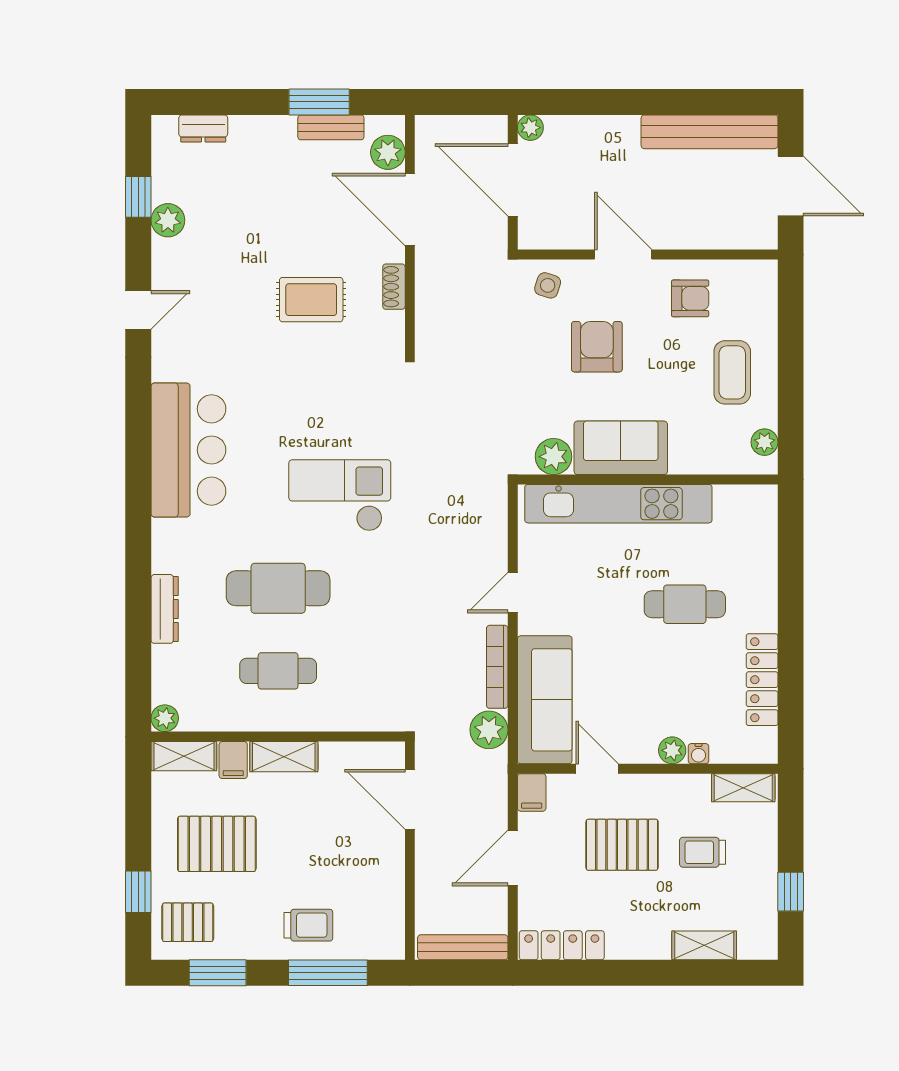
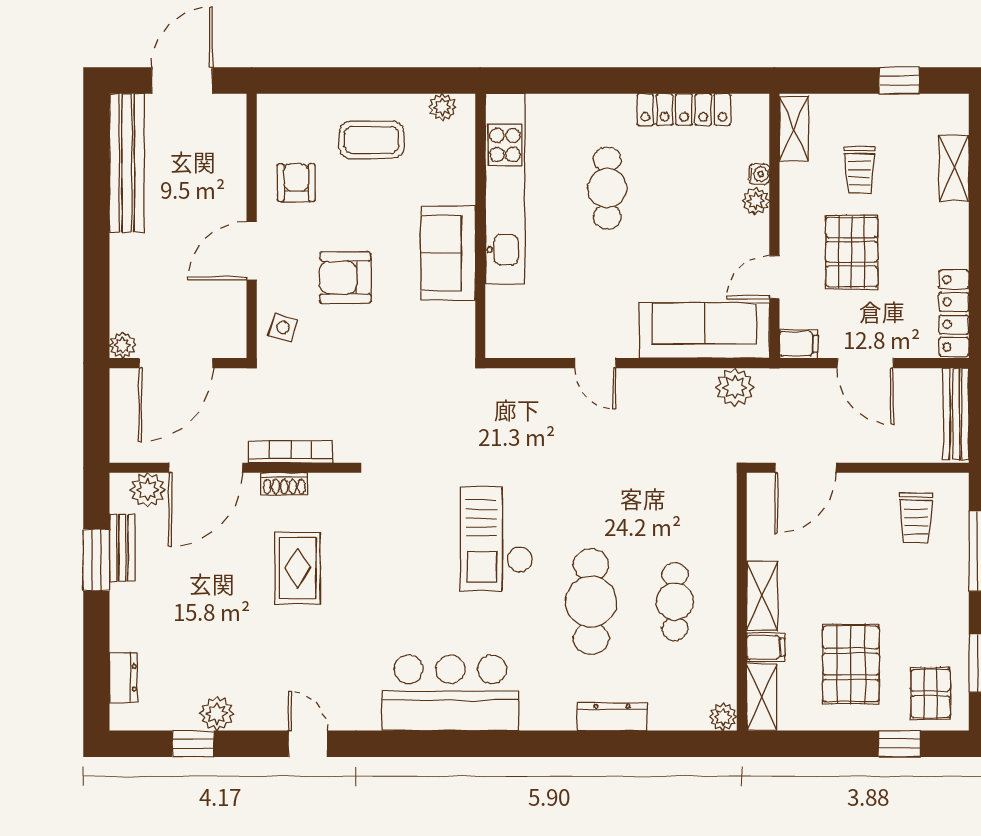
plant: (554, 457) -> (457, 322), removed
kitchen unit: (618, 504) -> (505, 189), moved
bookcase: (497, 667) -> (291, 452), moved, turned 180
trolley: (308, 925) -> (916, 518), moved, turned 180

